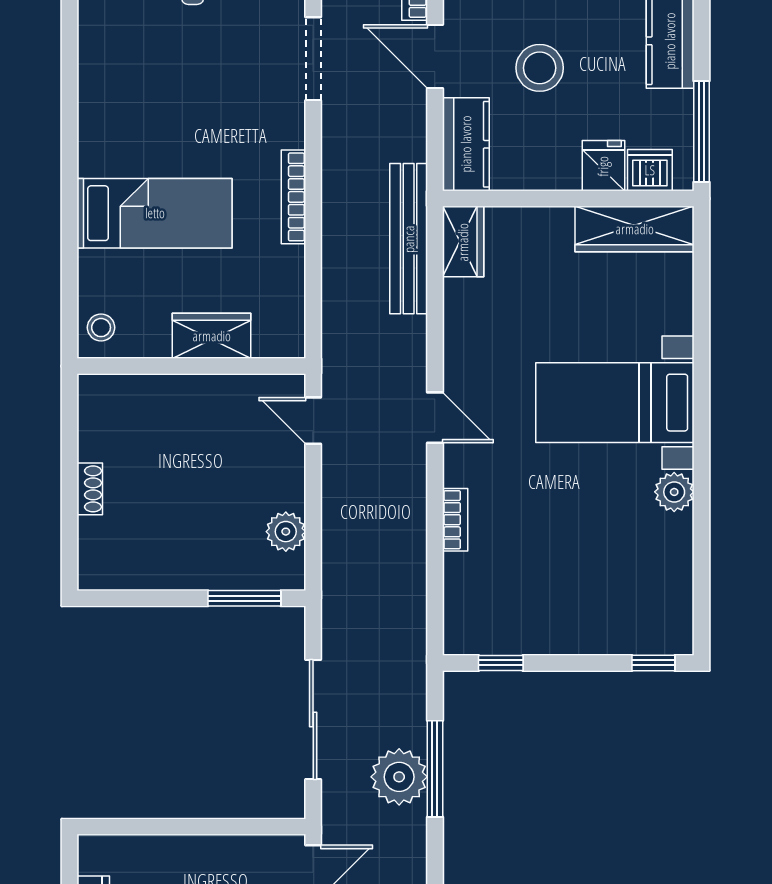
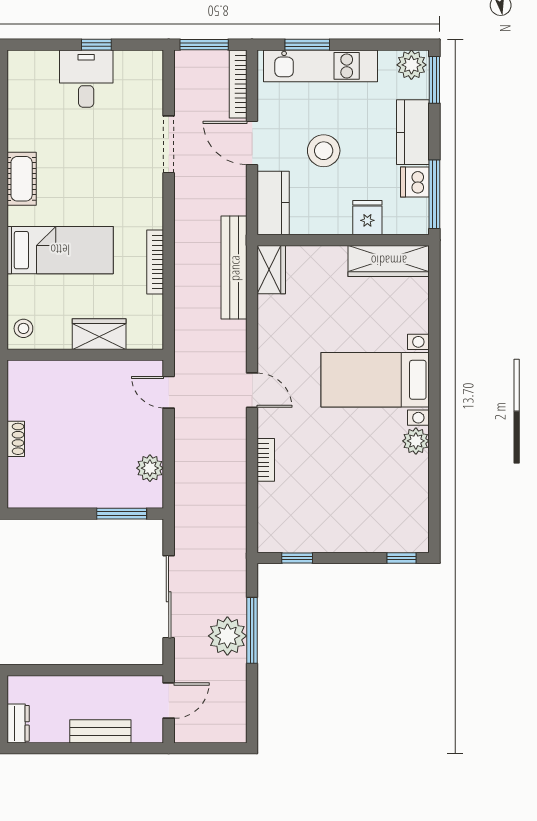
cot: (98, 109) -> (22, 179), added
dishwasher: (650, 170) -> (415, 182), moved, turned -90
bookcase: (293, 197) -> (155, 262), moved

